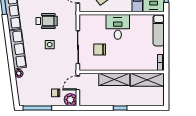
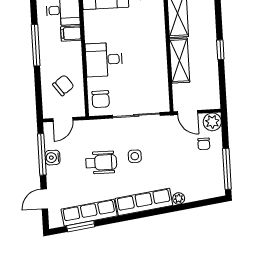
wheelchair: (47, 21) -> (101, 163), turned 90
chair: (100, 49) -> (101, 99), moved

